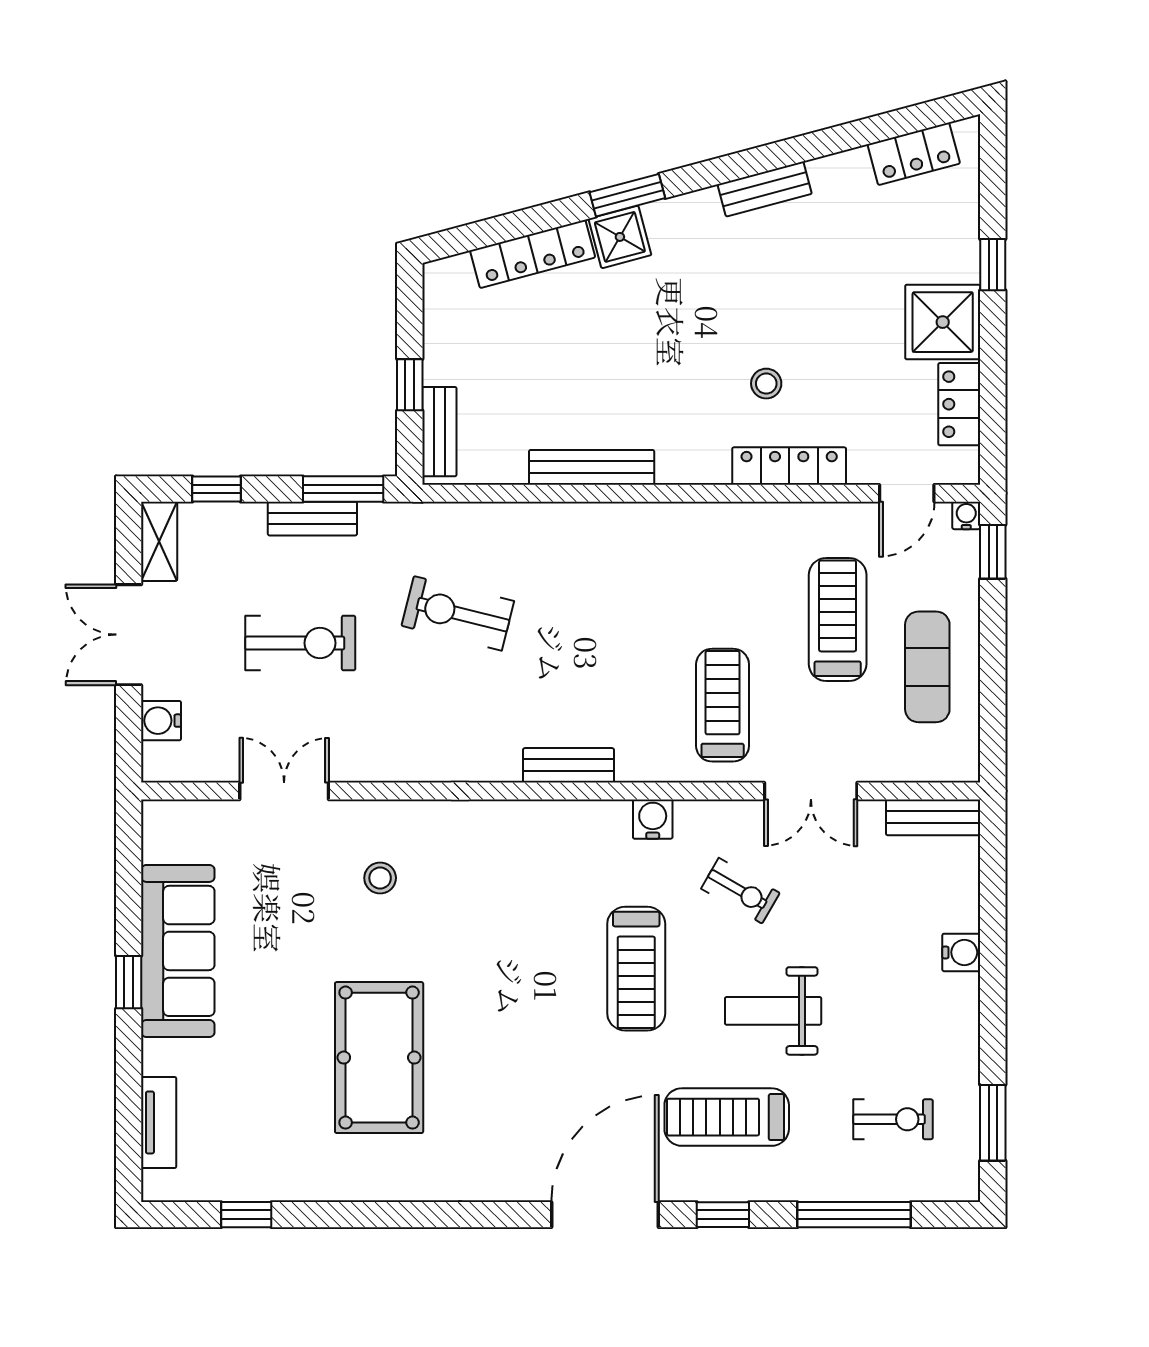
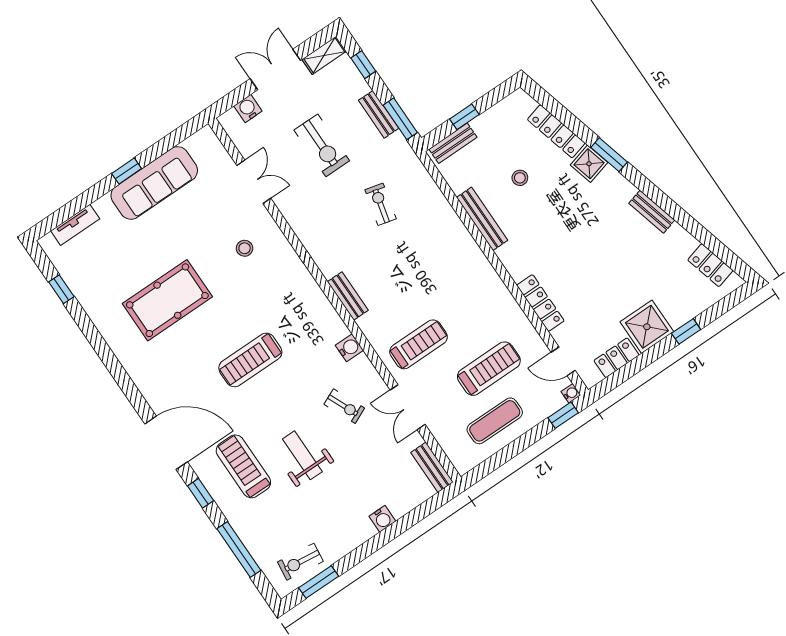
stool: (766, 384) -> (520, 178), moved
exercise bike: (458, 613) -> (381, 204), width x0.73, depth x0.72
exercise bike: (740, 891) -> (344, 406), turned -54
treadmill: (636, 969) -> (250, 360), moved
exercise bike: (893, 1119) -> (300, 562), moved, turned 97

